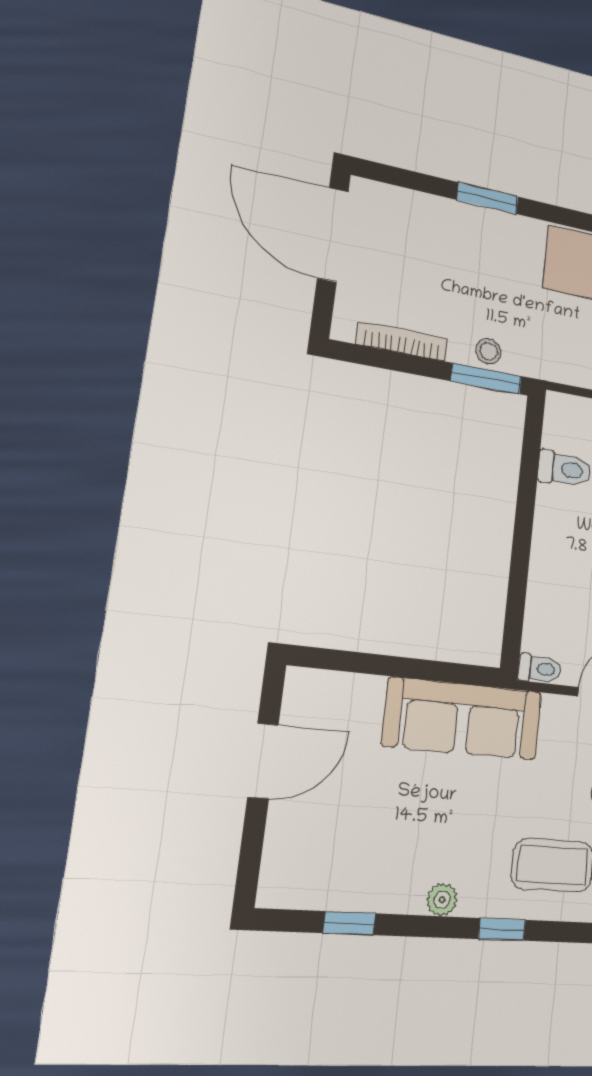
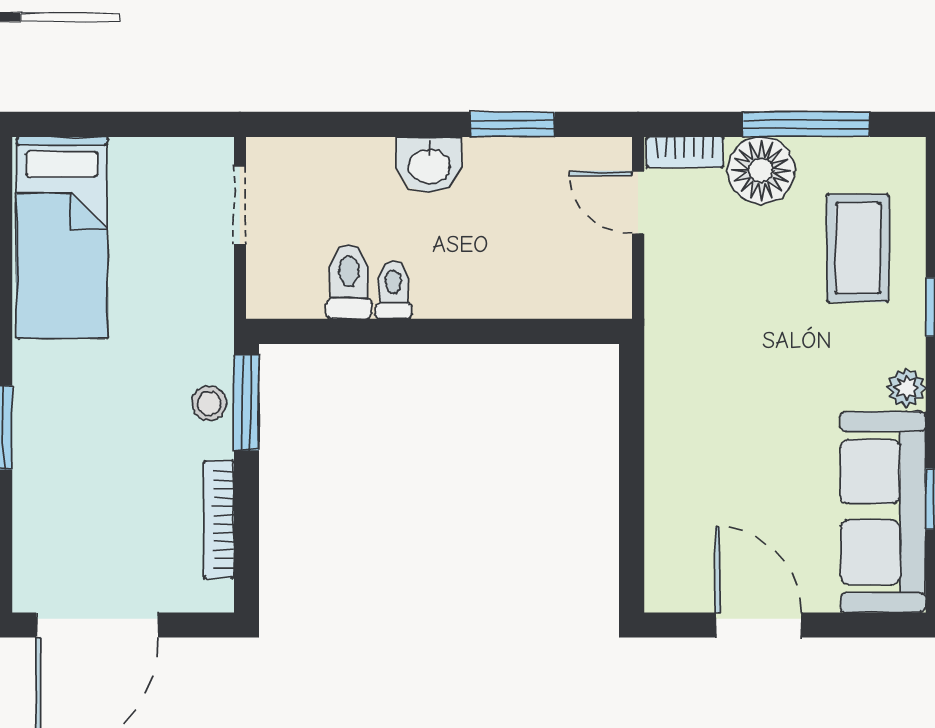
toilet: (540, 669) -> (393, 290), moved
sofa: (463, 719) -> (883, 512), moved, turned 180

